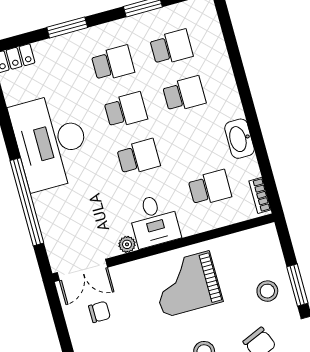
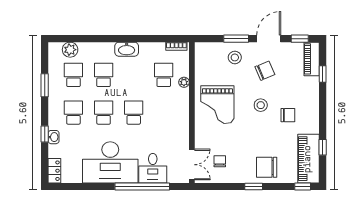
window: (67, 27) -> (45, 134), width x0.67
plant: (209, 31) -> (70, 50), added
washbasin: (66, 43) -> (54, 137), added
washbasin: (239, 139) -> (127, 49), moved
desk: (154, 221) -> (153, 168), moved, turned 90
plant: (127, 244) -> (184, 82), moved

